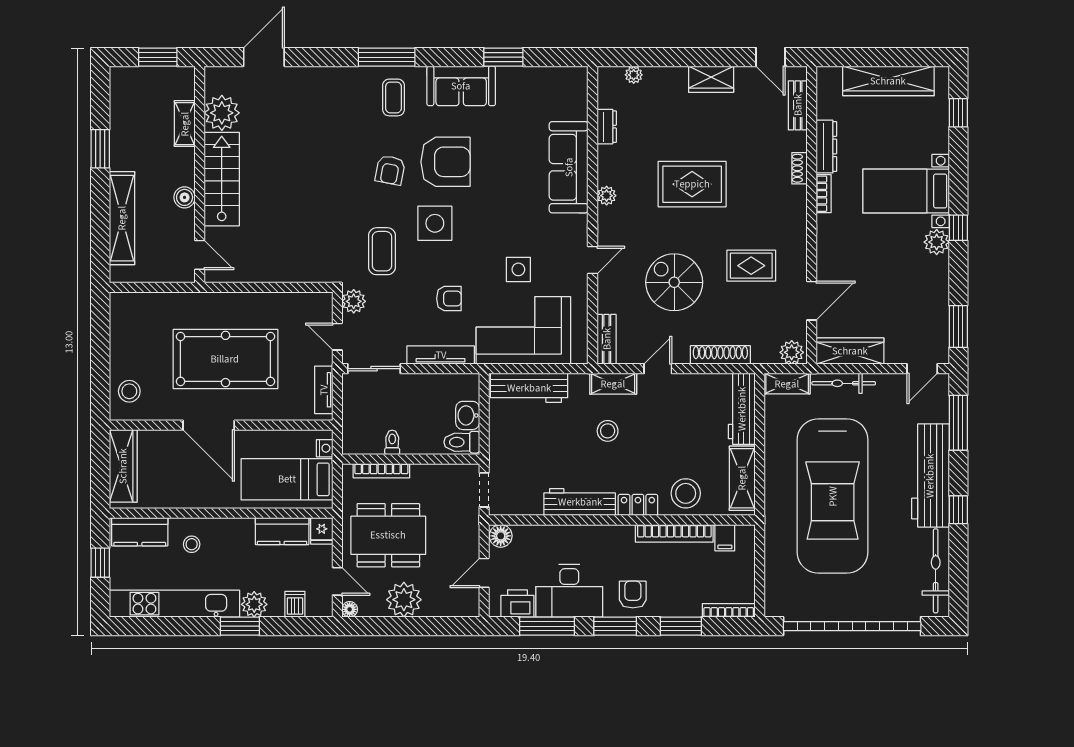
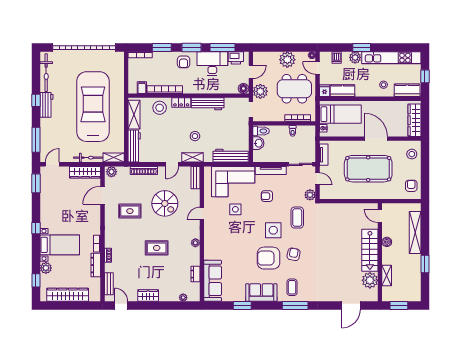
sofa: (569, 167) -> (213, 281), moved
rug: (692, 184) -> (157, 248), width x0.73, depth x0.70
plant: (937, 242) -> (46, 268), moved
armchair: (131, 321) -> (411, 186), added
workbench: (930, 476) -> (46, 105), width x0.53, depth x0.76
plant: (463, 529) -> (260, 91), added

